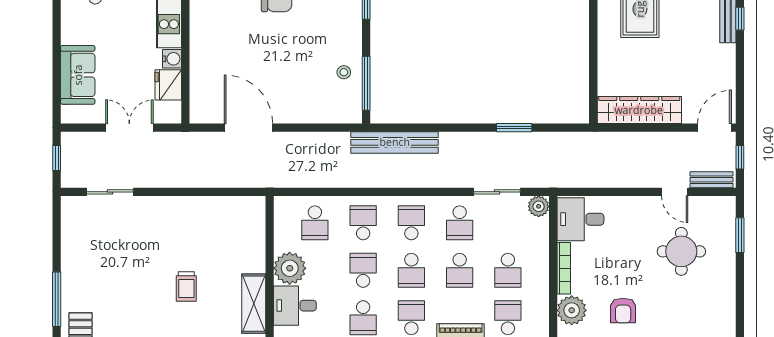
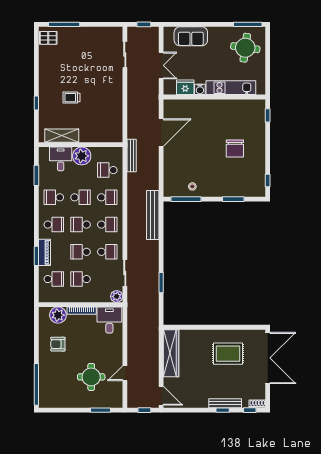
bench: (711, 180) -> (132, 156), moved, width x1.36
school desk: (460, 223) -> (107, 252), turned 180

